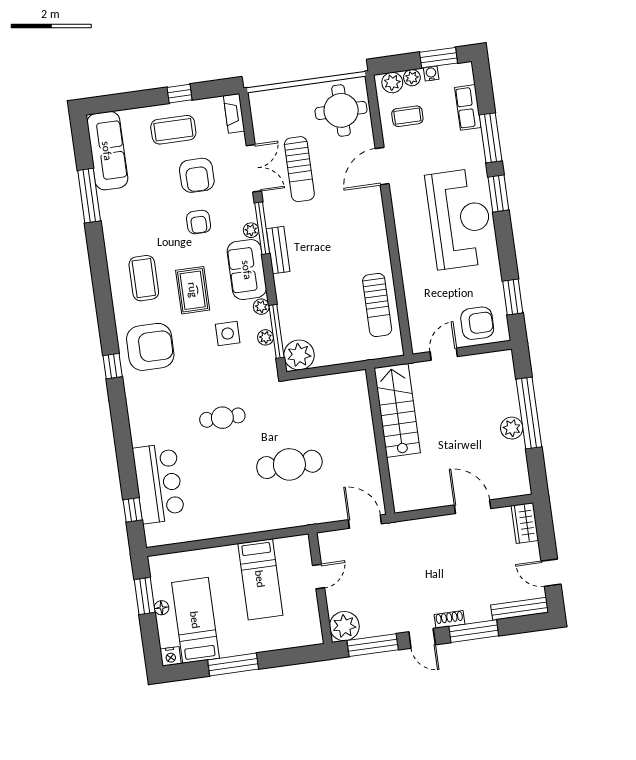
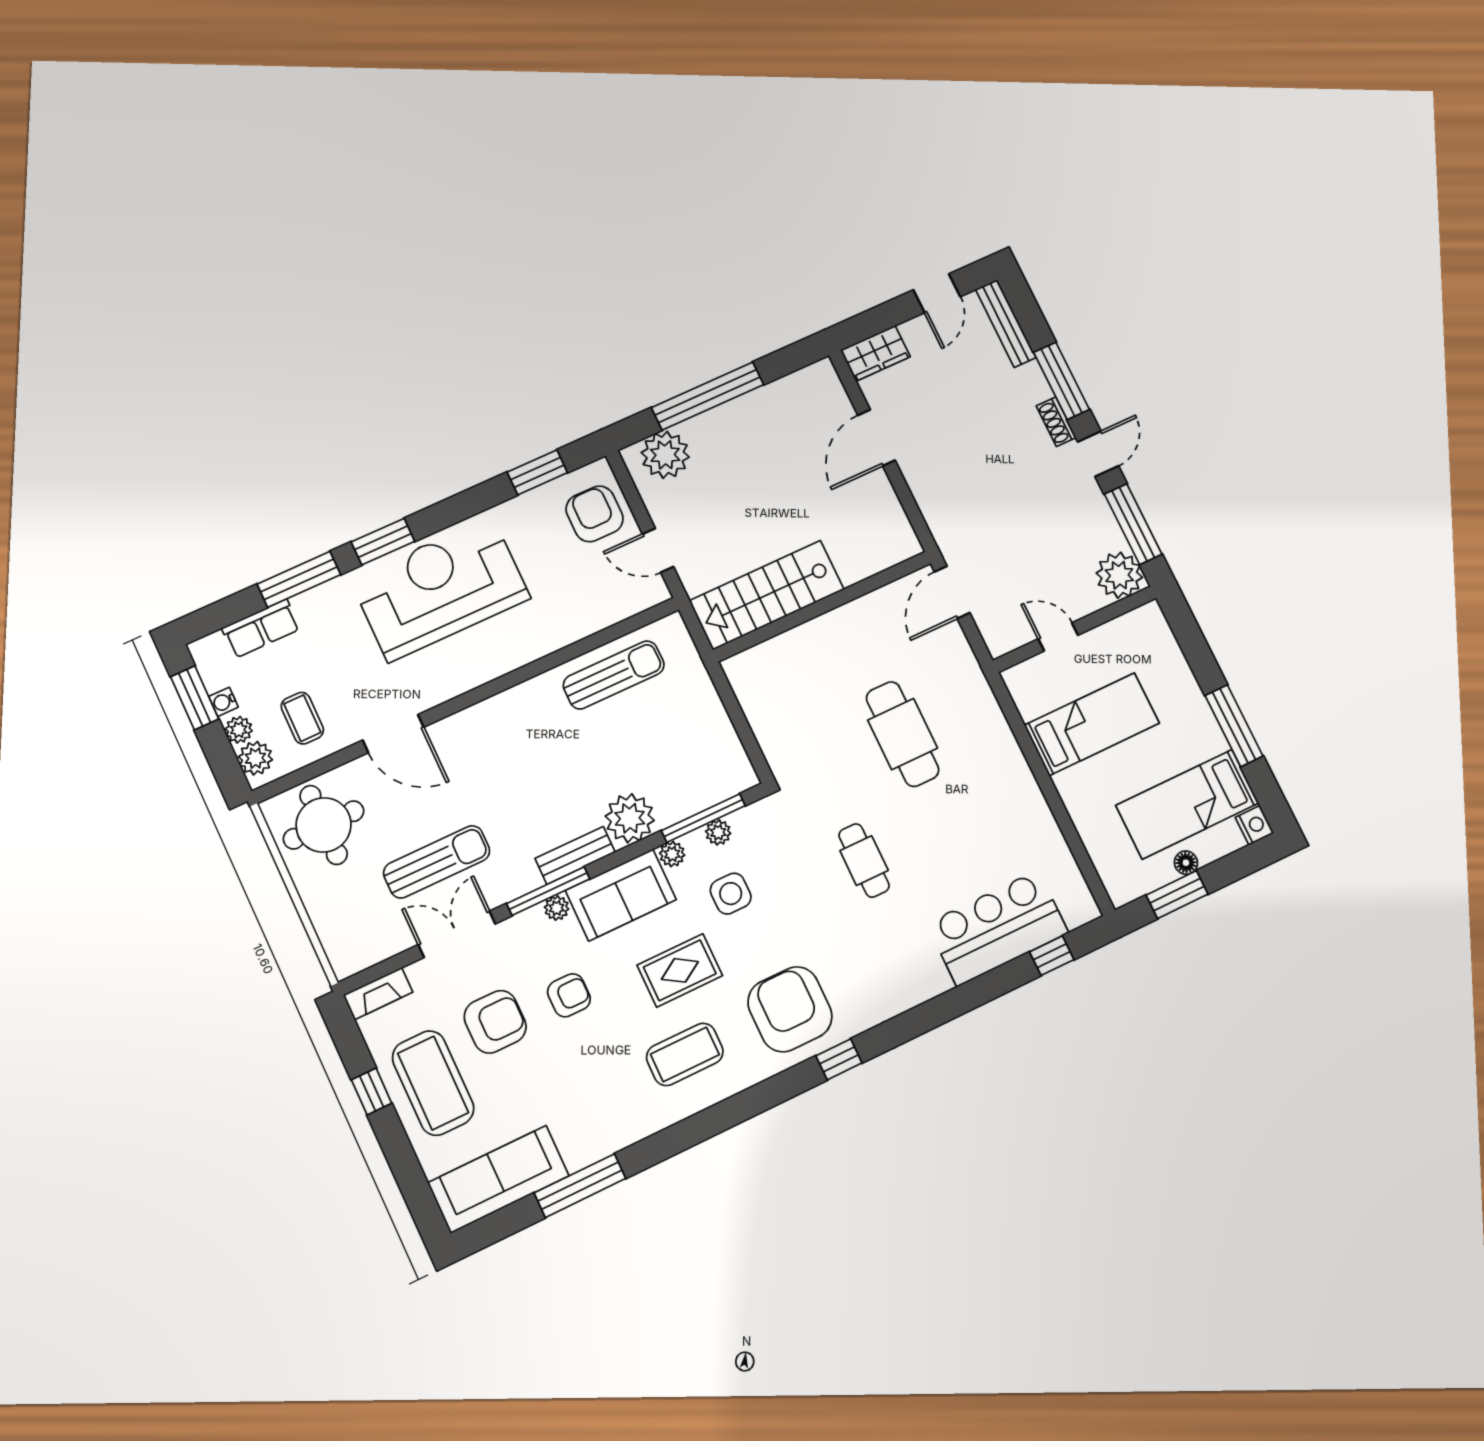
coffee table: (173, 130) -> (433, 1083), width x1.36, depth x1.32
plant: (299, 355) -> (630, 818), moved
plant: (512, 428) -> (665, 455), moved, width x1.36, depth x1.36

